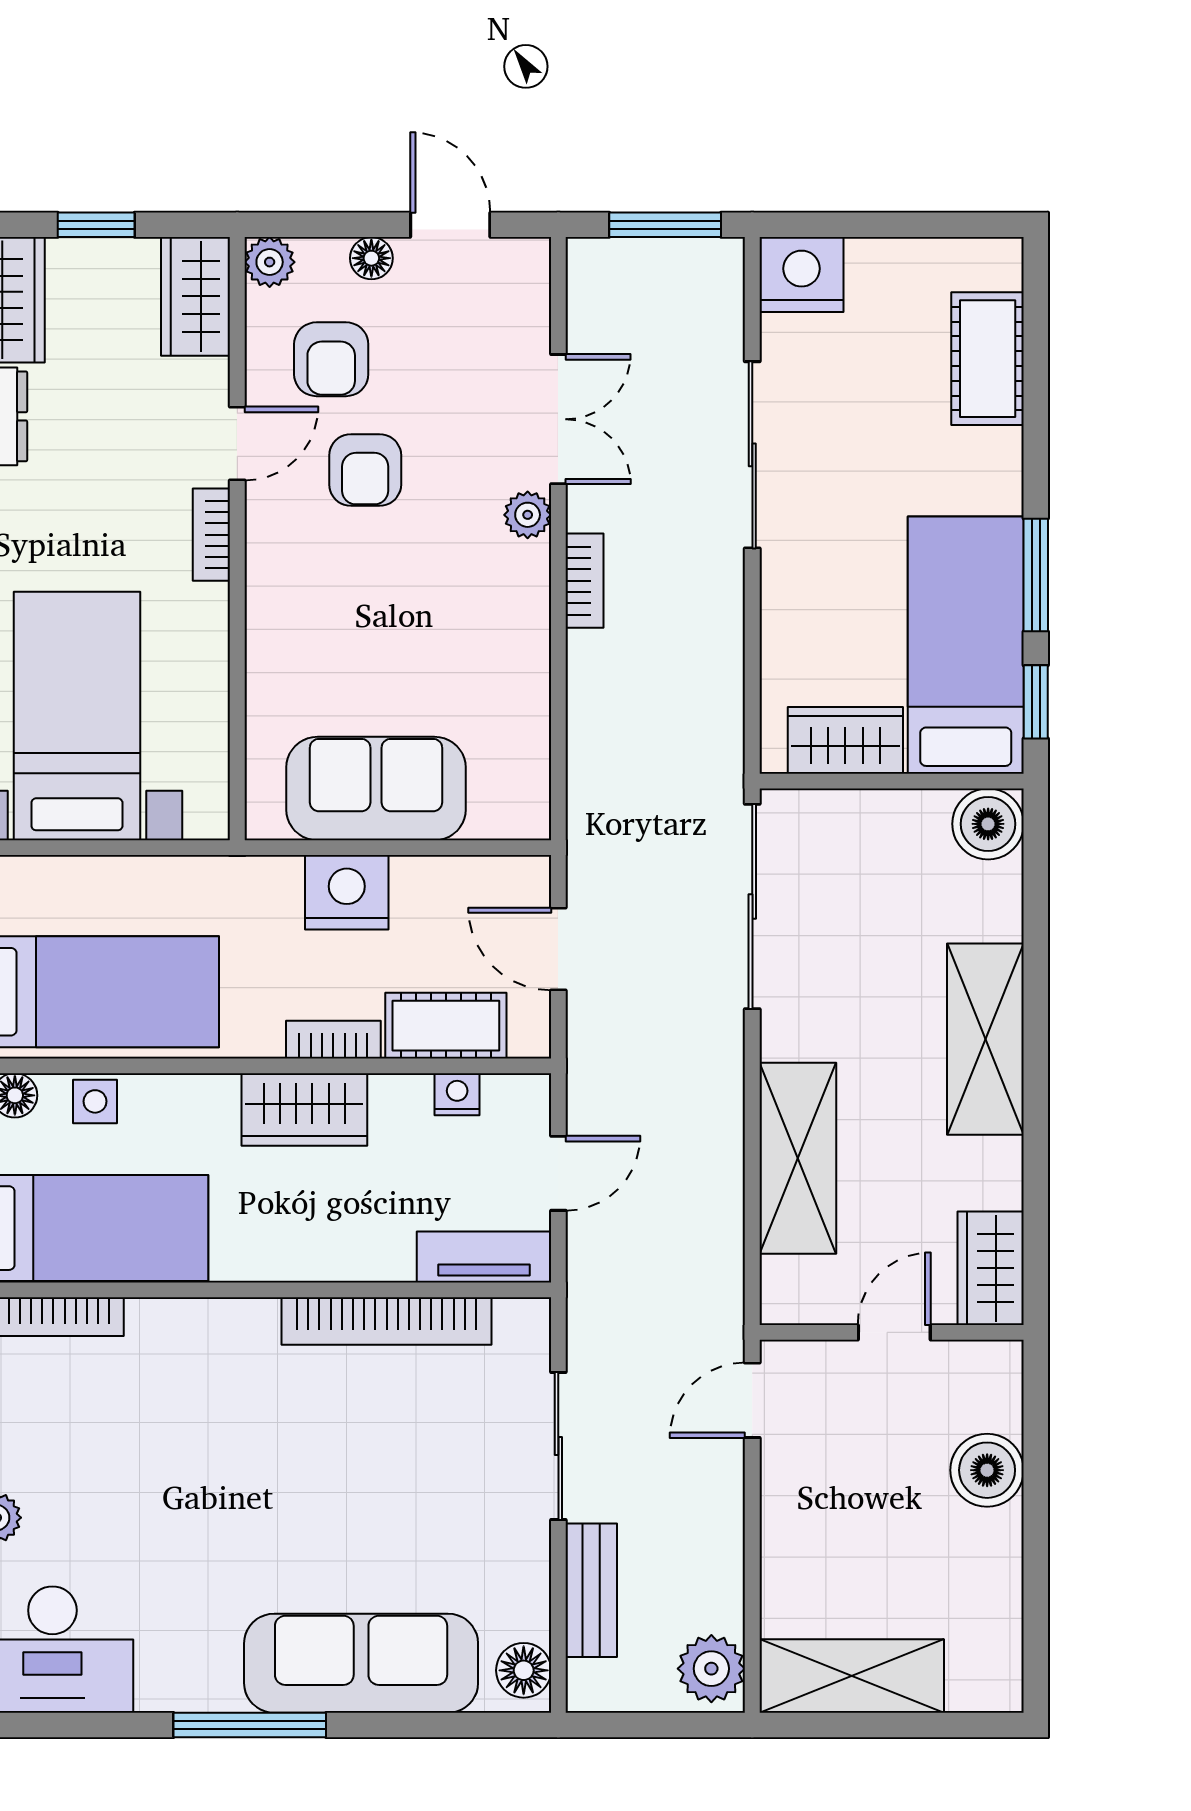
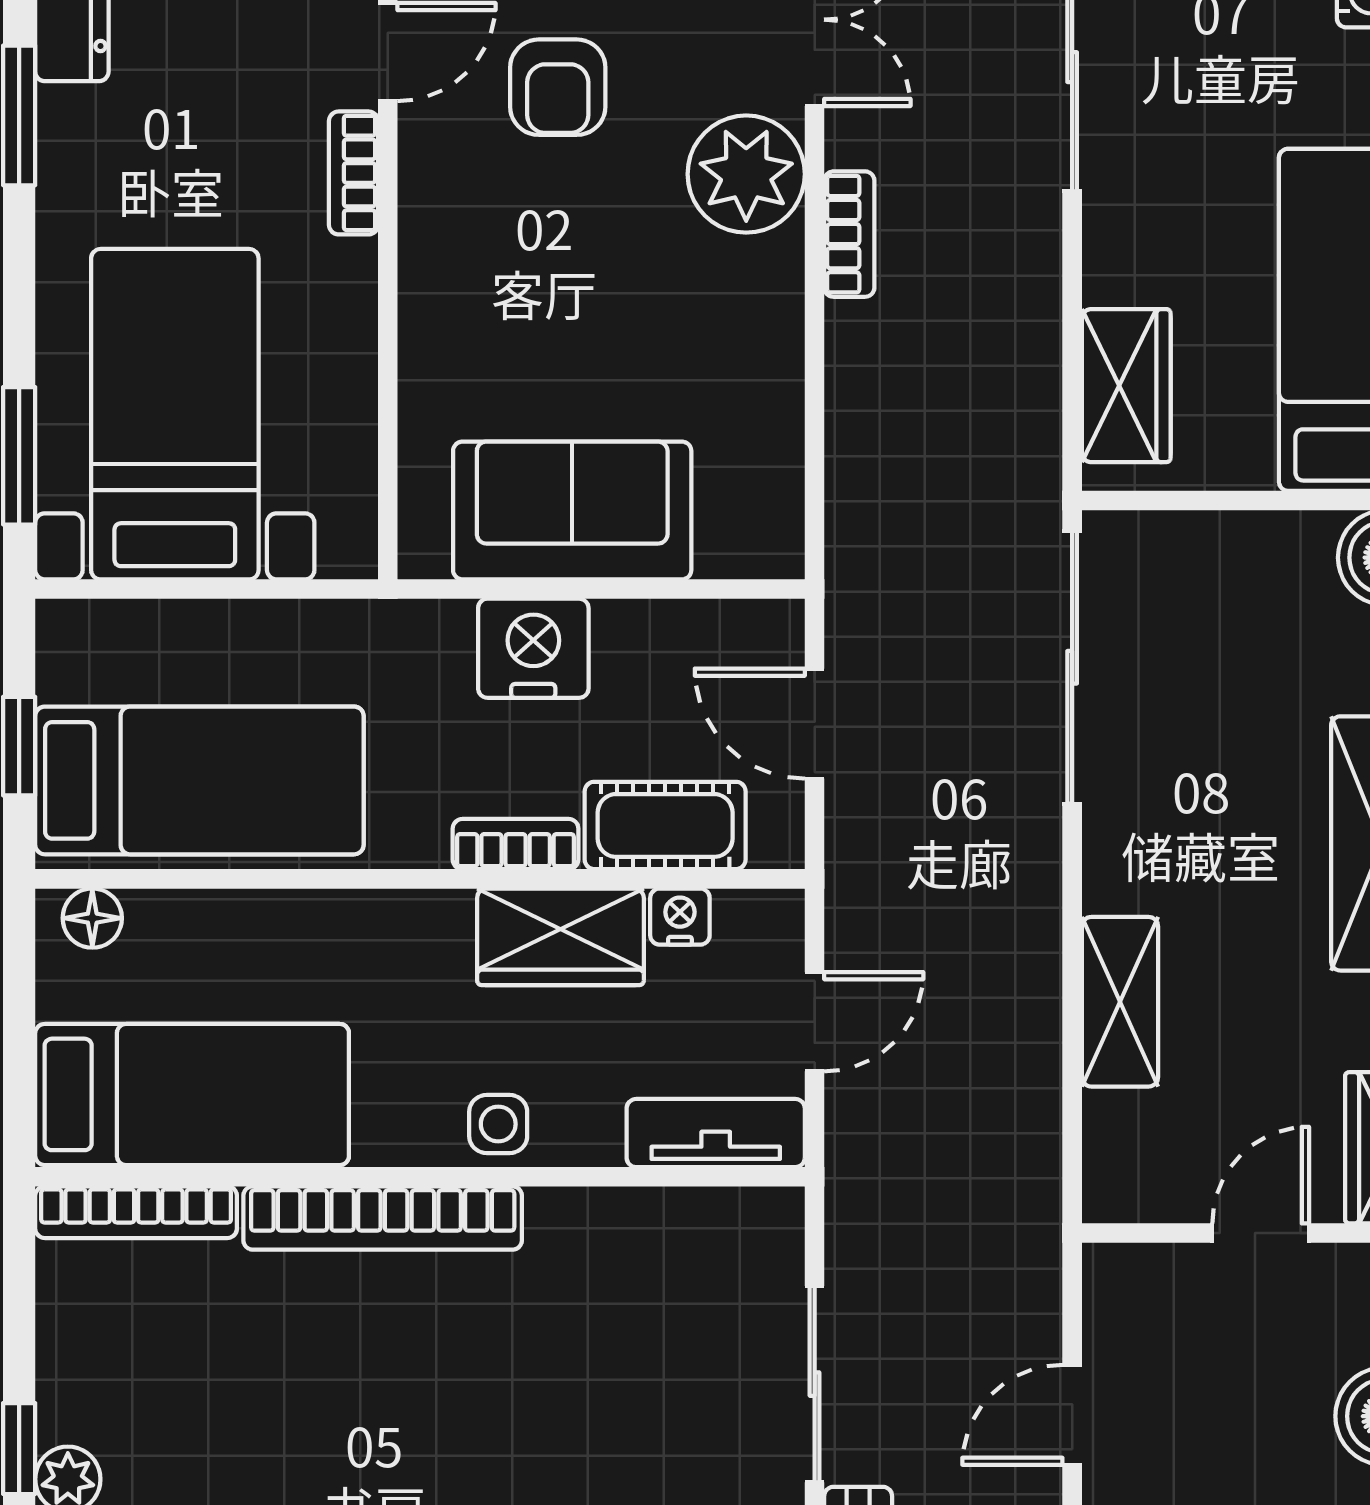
plant: (528, 515) -> (746, 174), width x1.87, depth x1.87
wardrobe: (845, 740) -> (1126, 386), moved, turned 90
side table: (95, 1101) -> (498, 1124), moved
wardrobe: (304, 1109) -> (560, 937), moved
shelving: (798, 1158) -> (1120, 1002), width x0.67, depth x0.75
bookcase: (387, 1321) -> (383, 1218), moved
door: (752, 1400) -> (1072, 1415), moved

